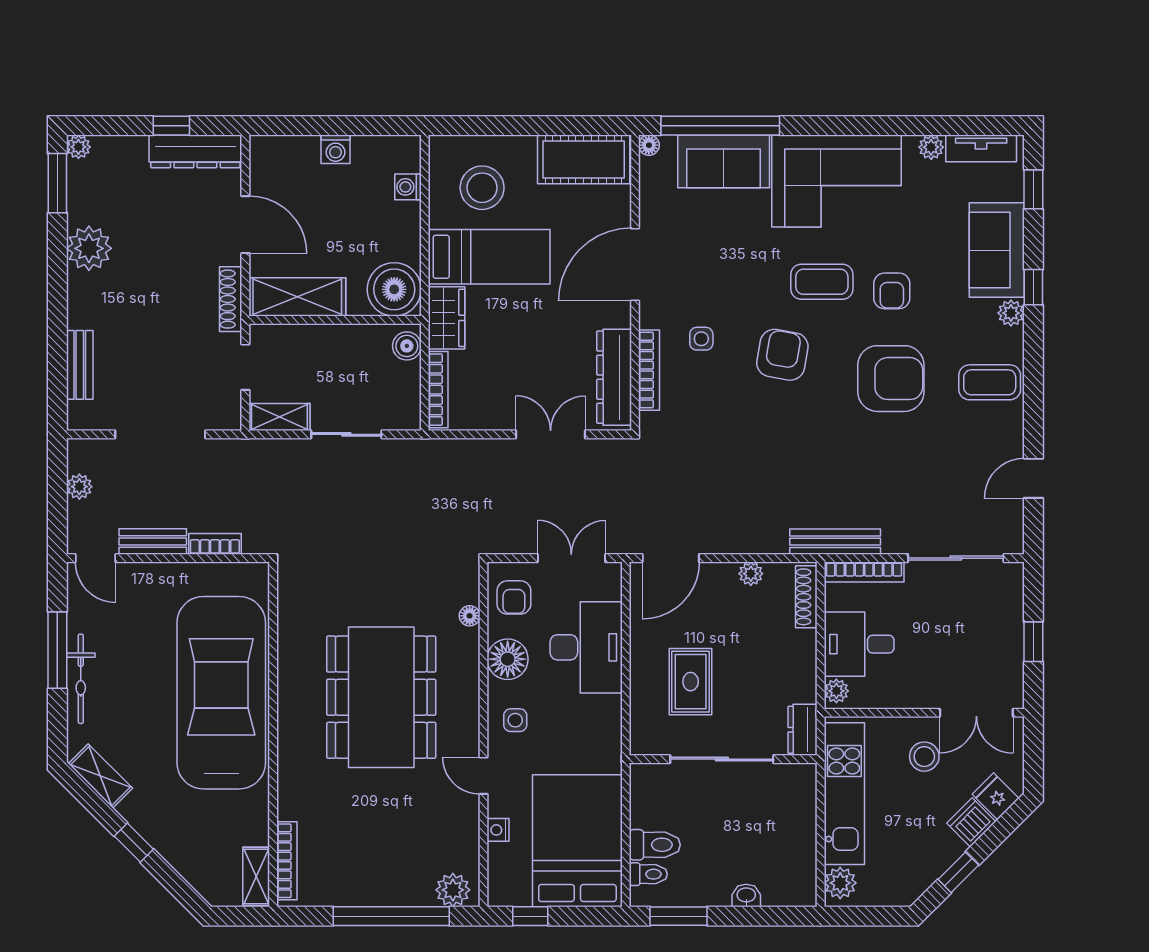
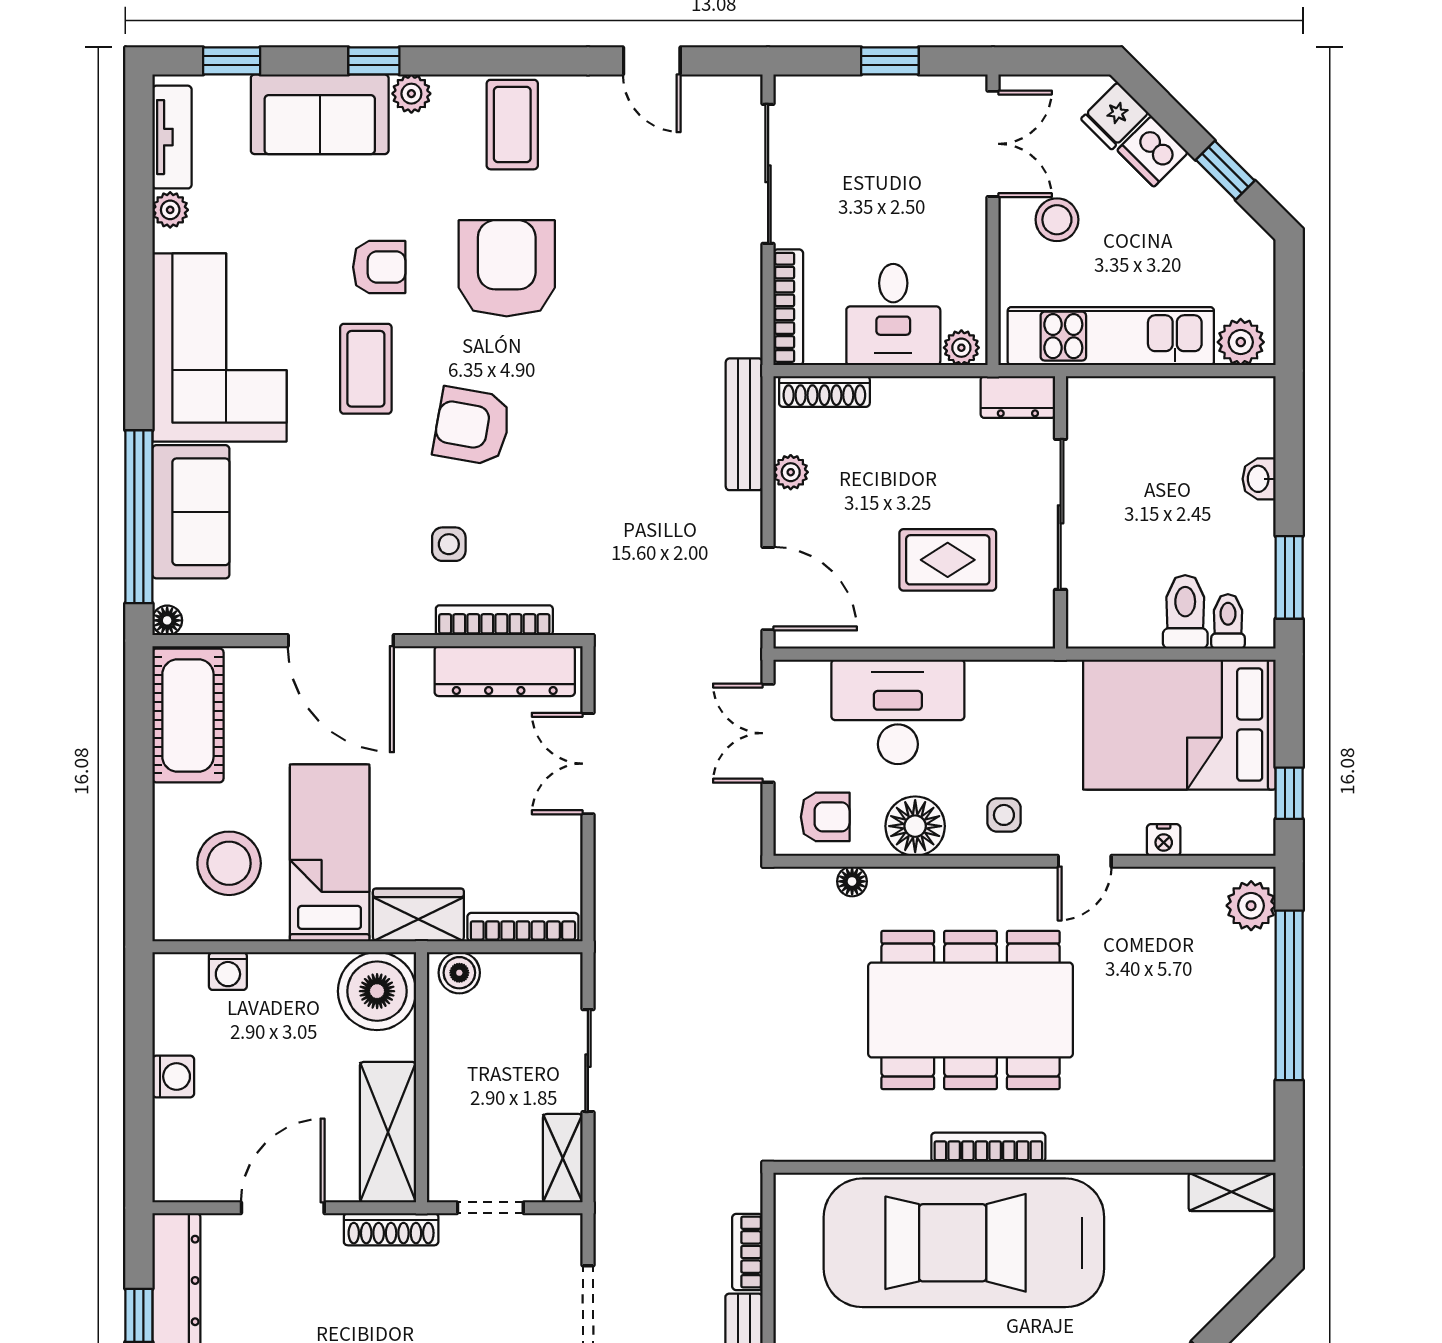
bench: (835, 542) -> (744, 424), moved
bookcase: (287, 861) -> (988, 1147), moved

